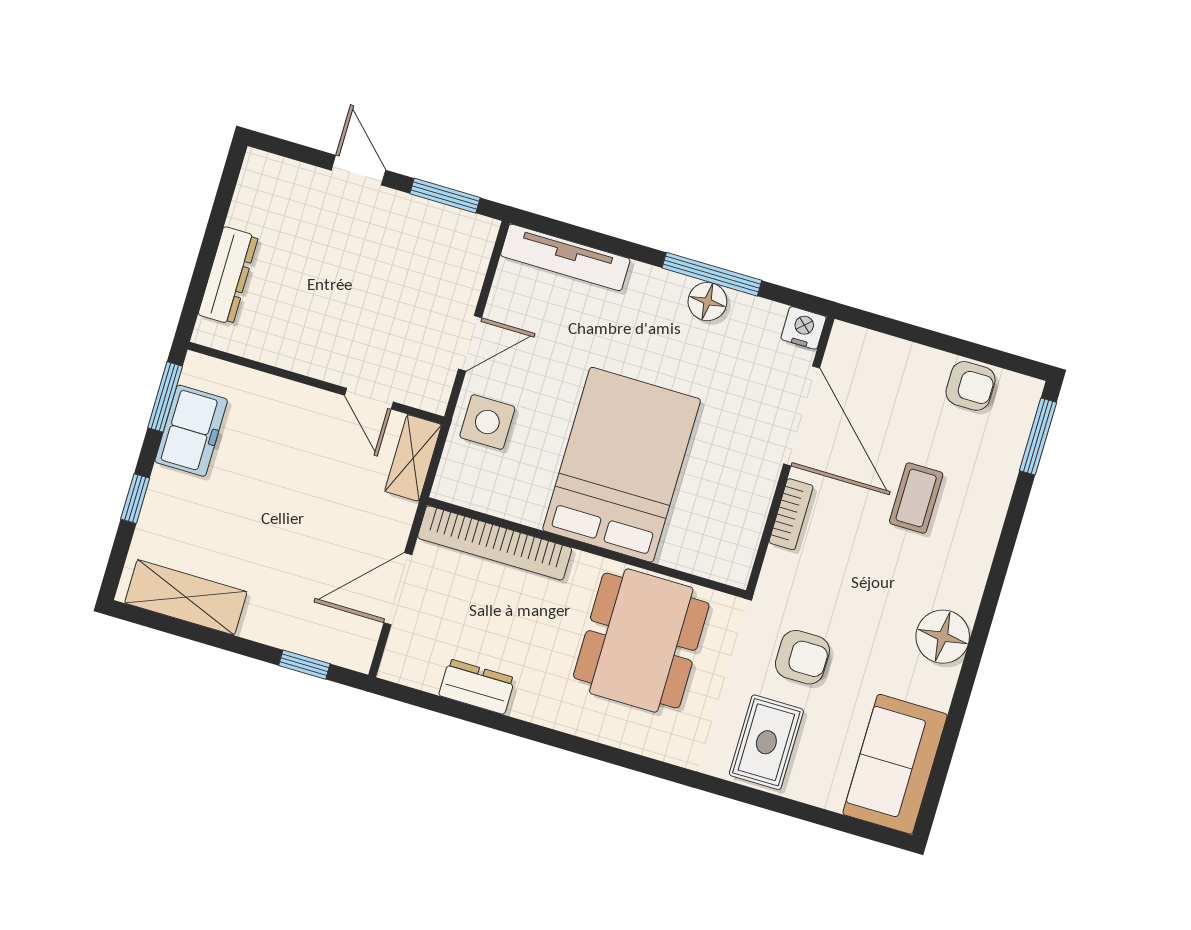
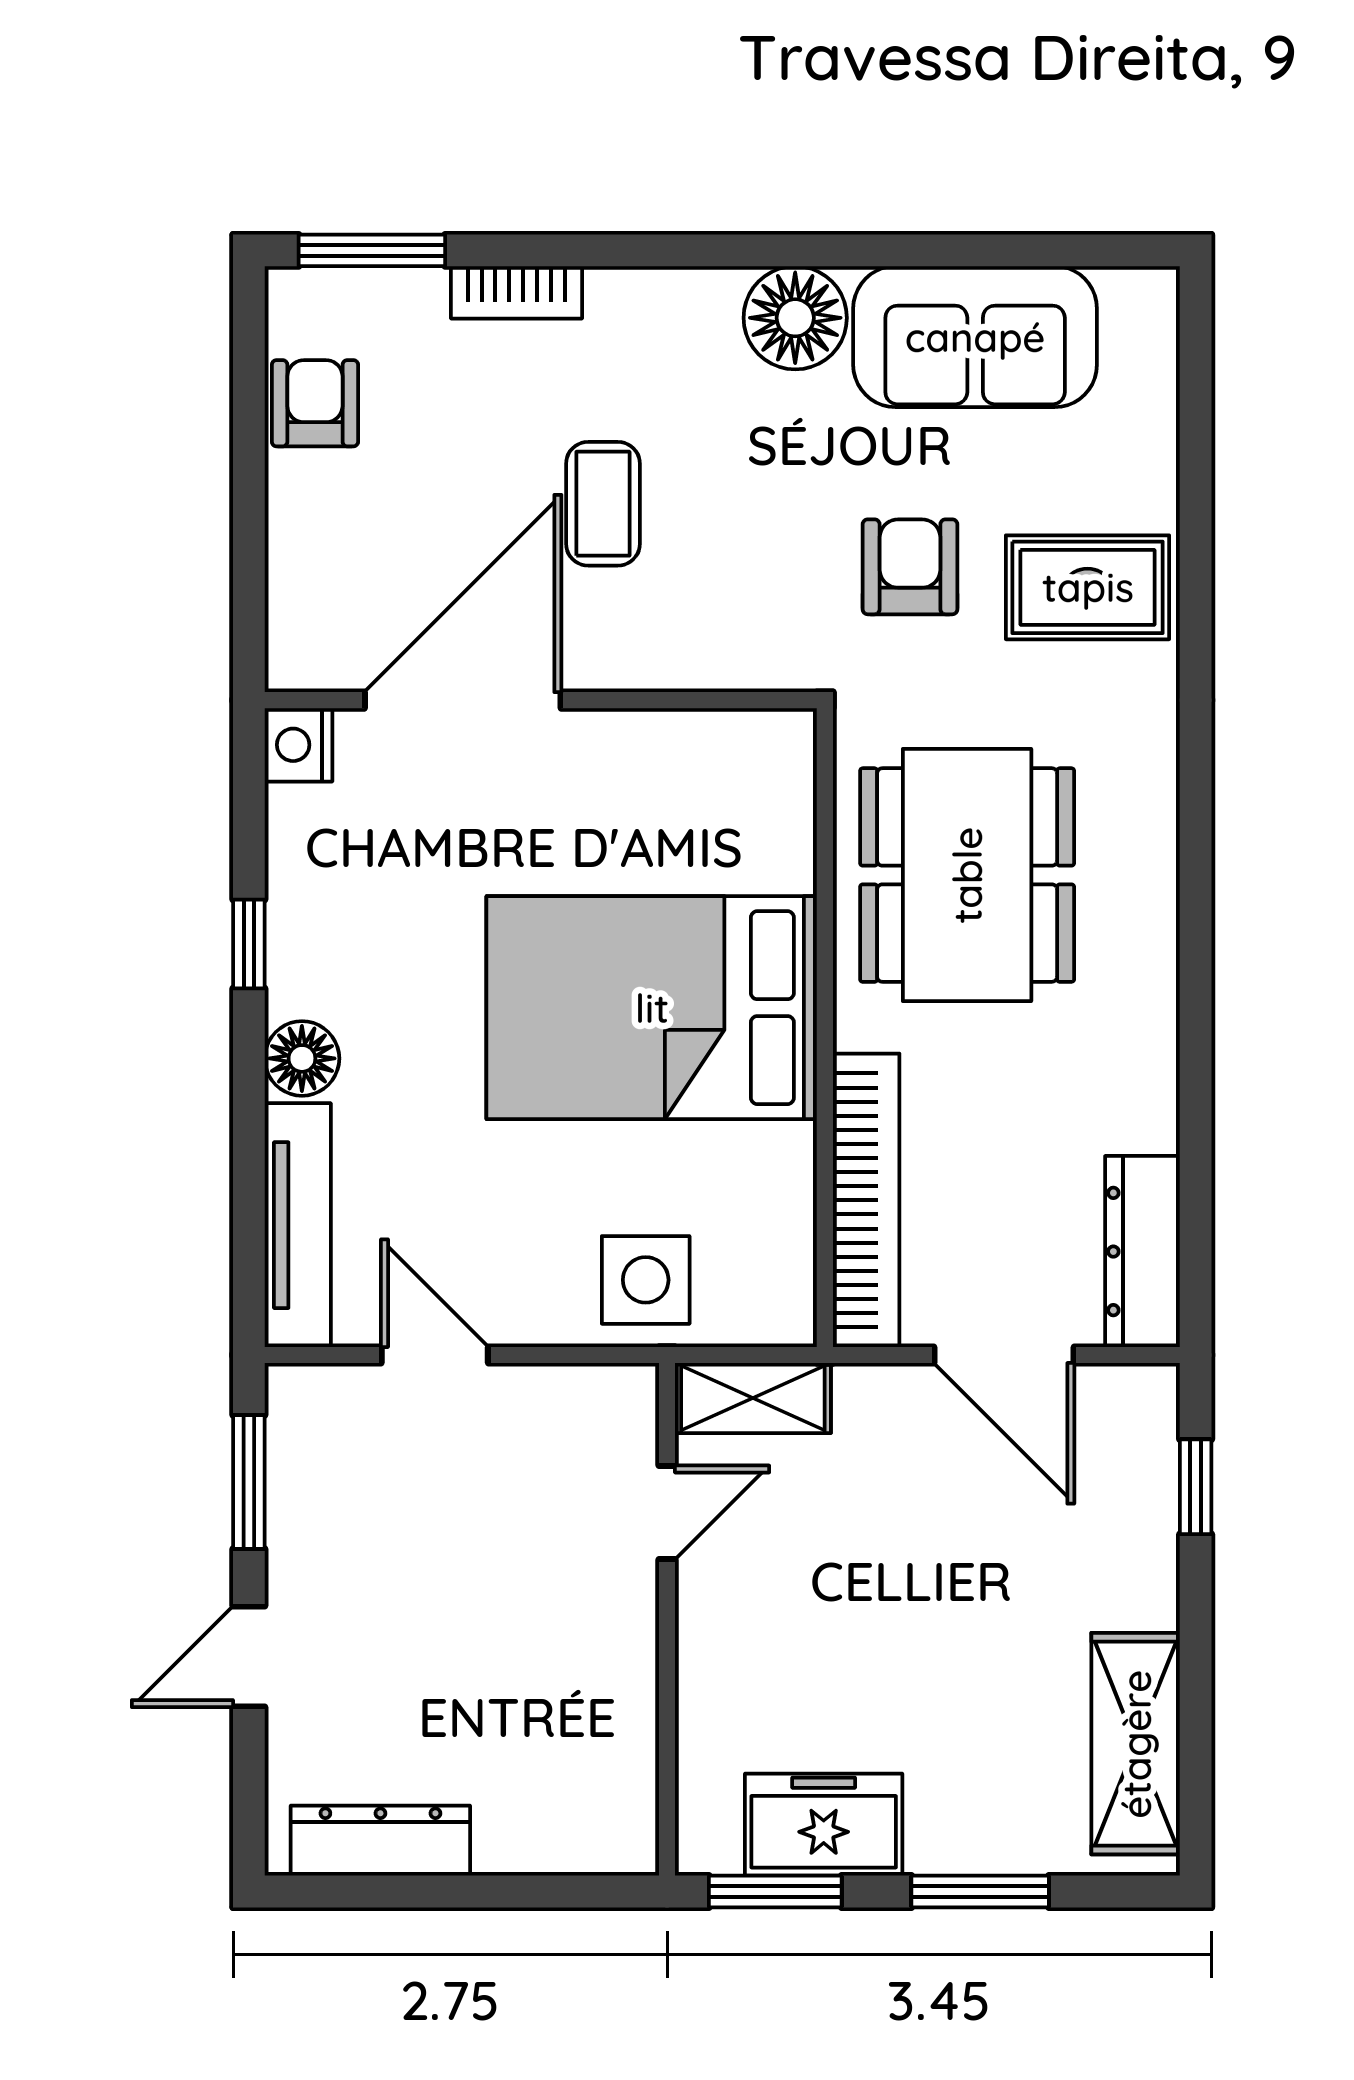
window: (712, 274) -> (249, 944), width x0.46
dresser: (228, 276) -> (380, 1841), moved
floor lamp: (707, 302) -> (302, 1058), moved
door: (470, 343) -> (435, 1355), moved
coffee table: (916, 498) -> (603, 504), moved, turned 90
window: (135, 499) -> (980, 1892), width x1.50
bookcase: (791, 514) -> (516, 292), moved, turned 180
dining table: (641, 641) -> (967, 875), turned 90
dresser: (477, 687) -> (1143, 1252), moved, width x1.44
sofa: (895, 764) -> (975, 337), moved

